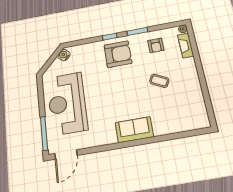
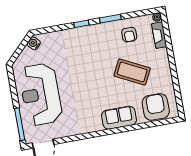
armchair: (118, 54) -> (156, 107), moved, turned -90
coffee table: (159, 81) -> (132, 72), width x1.86, depth x1.72
sofa: (134, 130) -> (119, 118), moved

